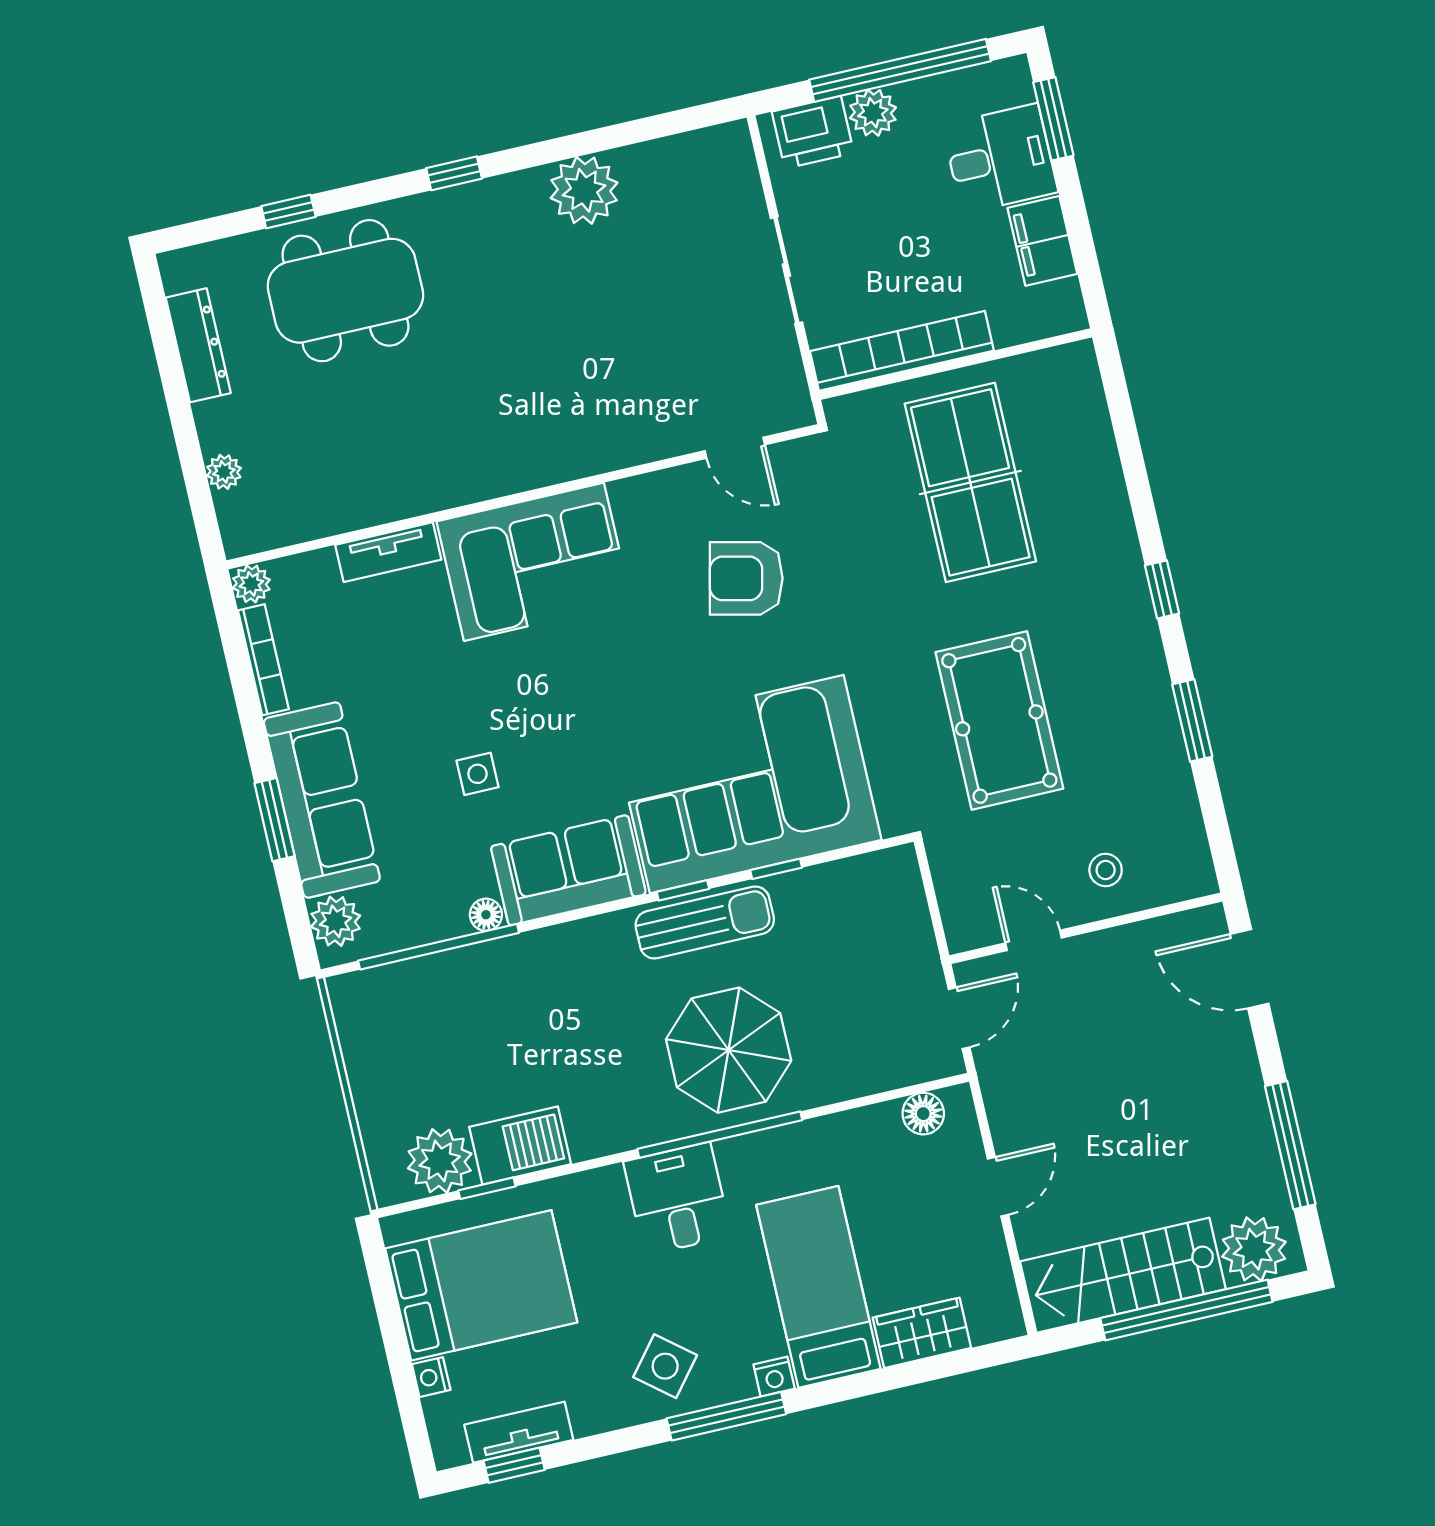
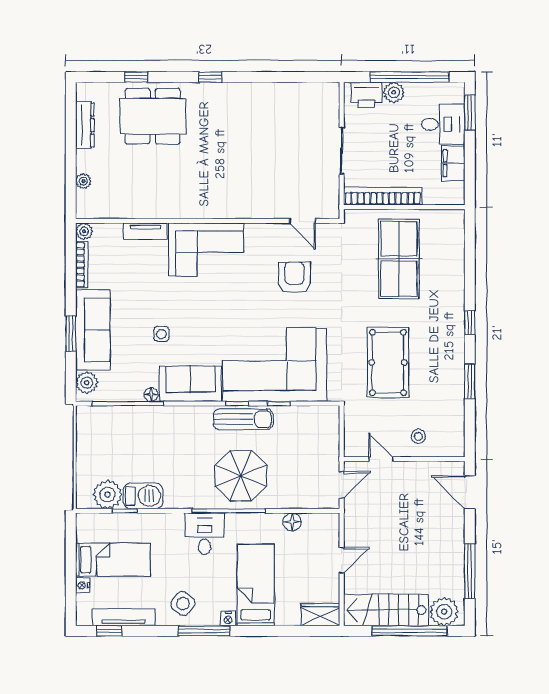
plant: (584, 190) -> (264, 97), removed
armchair: (746, 578) -> (294, 277), turned 77
floor lamp: (923, 1114) -> (292, 522), moved
bed: (481, 1285) -> (113, 560), width x0.67
wardrobe: (922, 1333) -> (320, 615), moved
tv unit: (519, 1432) -> (124, 617), width x1.41

